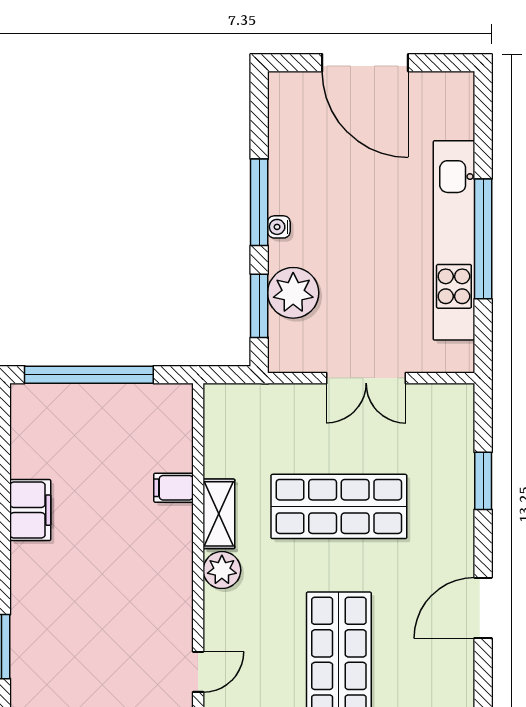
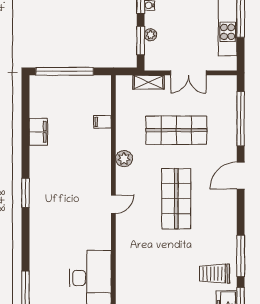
plant: (293, 293) -> (151, 35), width x0.53, depth x0.53
window: (483, 481) -> (241, 119), width x2.11
shelving: (219, 514) -> (148, 82), moved, turned 90

